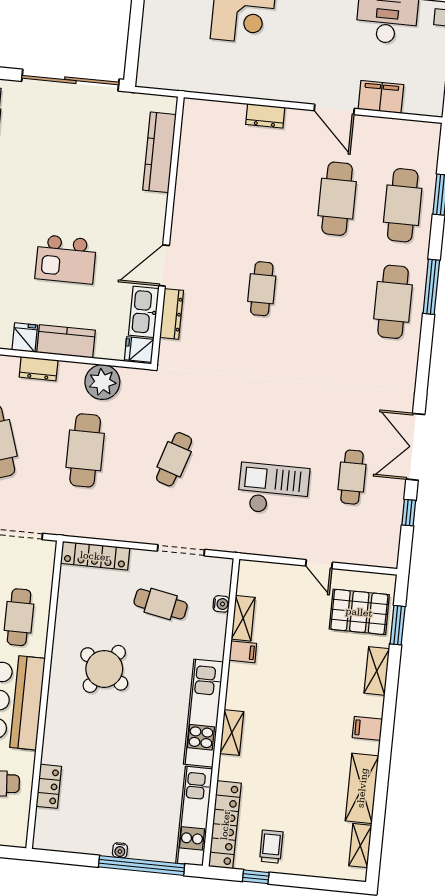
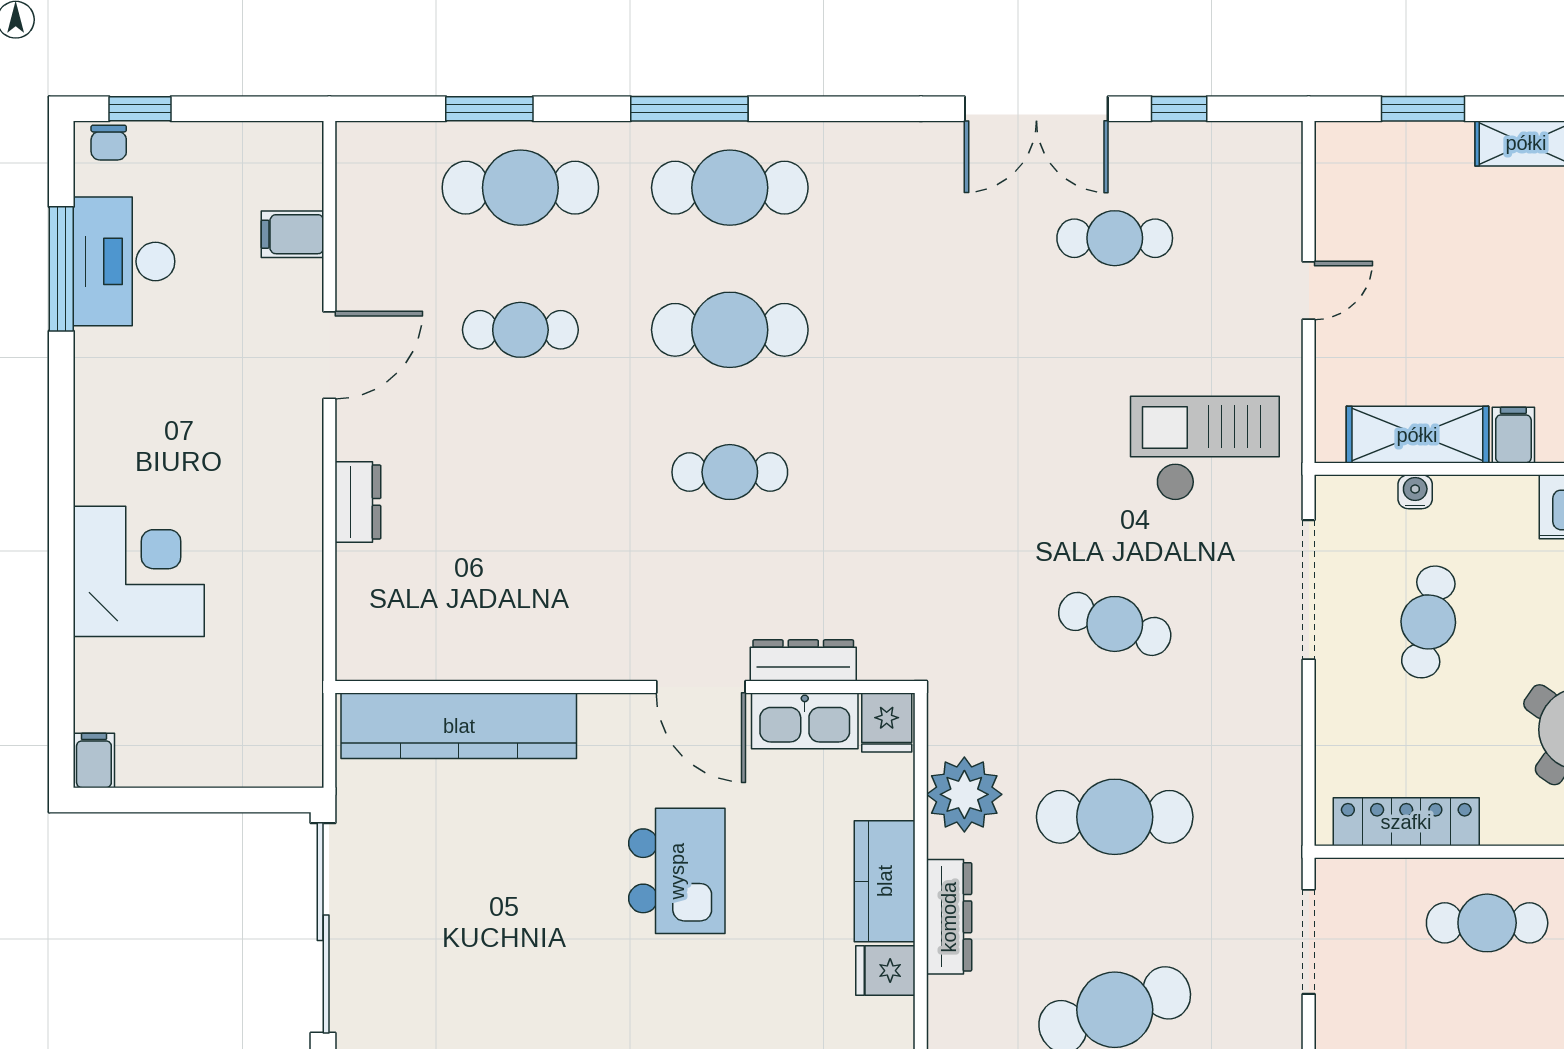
filing cabinet: (381, 97) -> (293, 234), width x0.50
kitchen counter: (159, 152) -> (459, 726), width x1.39, depth x1.17
cafe table: (337, 199) -> (520, 330), width x0.73, depth x0.74
kitchen island: (66, 259) -> (677, 871), moved
cafe table: (327, 295) -> (730, 330), added
dresser: (39, 369) -> (949, 917), width x1.44
checkout: (273, 489) -> (1205, 448), moved, turned 90
doorway: (181, 550) -> (1309, 590), width x1.36
locker: (95, 556) -> (1406, 822), moved, turned -90
pallet: (359, 612) -> (1403, 194), removed
shelving: (243, 618) -> (1417, 435), width x1.50, depth x1.33

